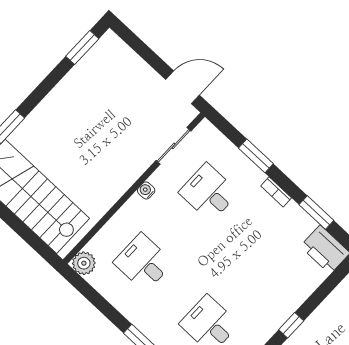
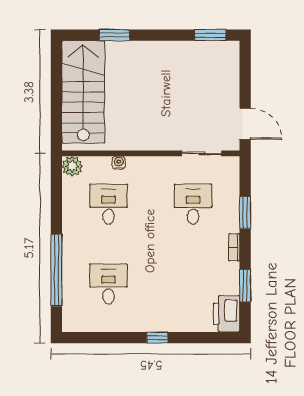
water cooler: (146, 190) -> (119, 163), moved

